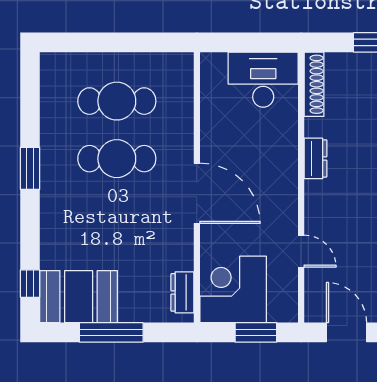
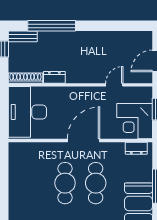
desk: (263, 80) -> (27, 112), width x1.36, depth x1.30
cafe table: (117, 101) -> (96, 183), moved
dresser: (315, 158) -> (54, 77), moved

